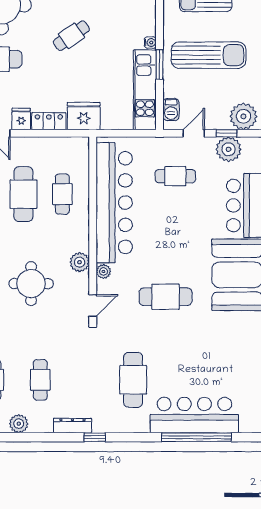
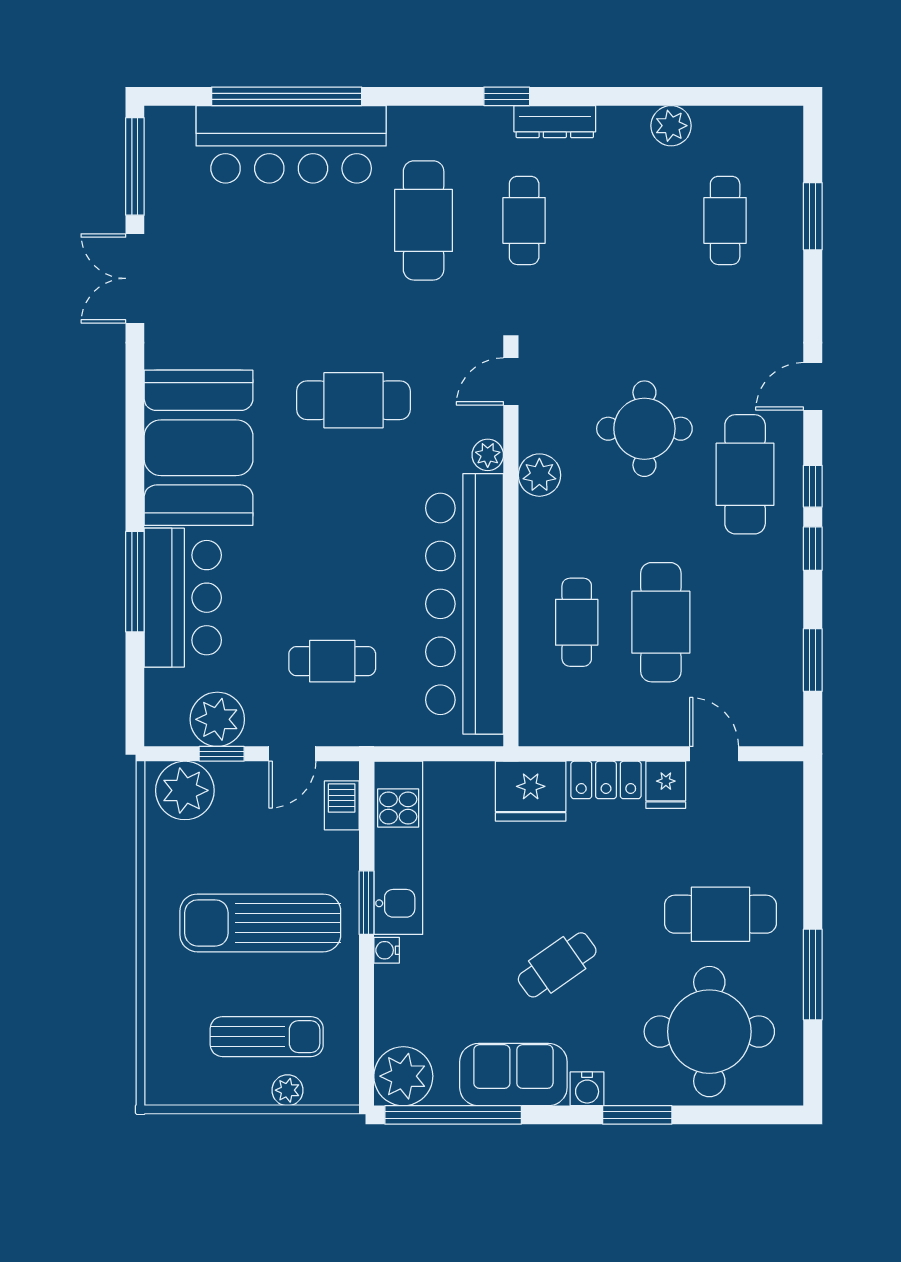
cafe table: (40, 380) -> (524, 220), moved

